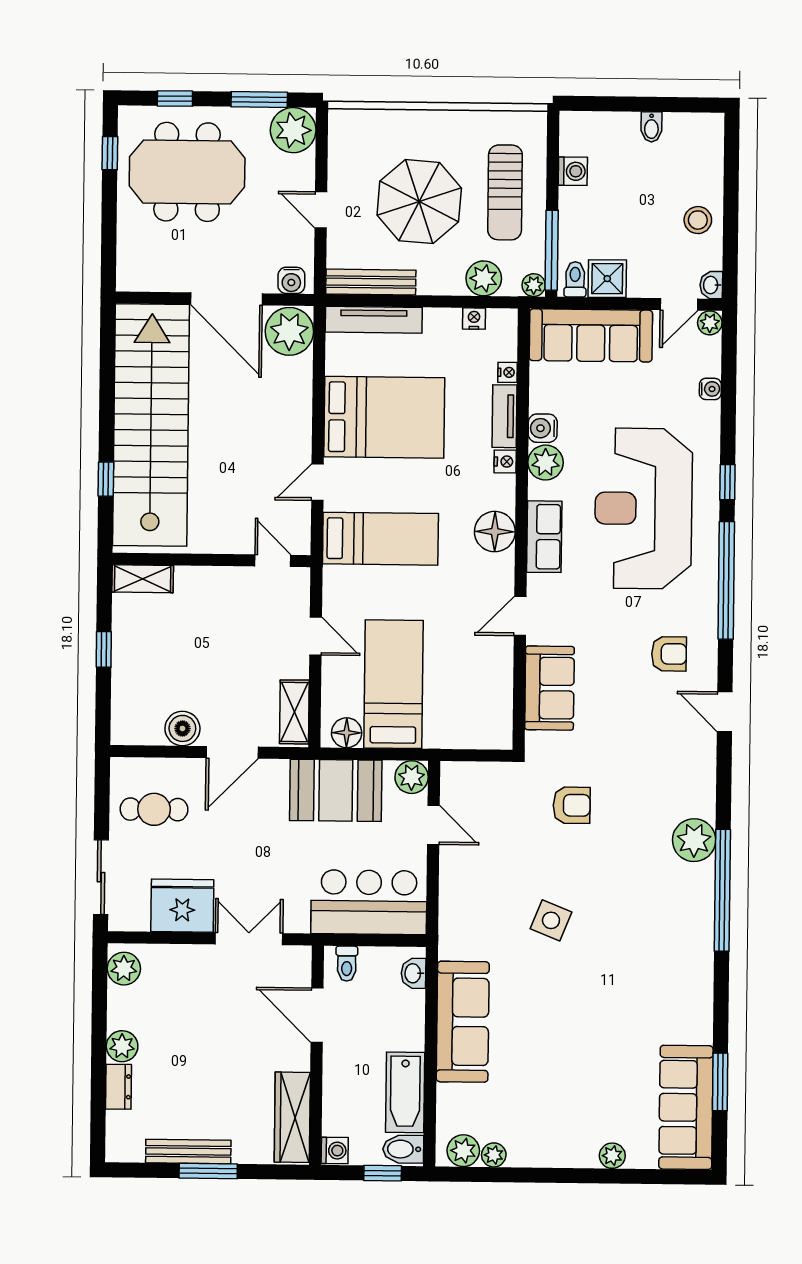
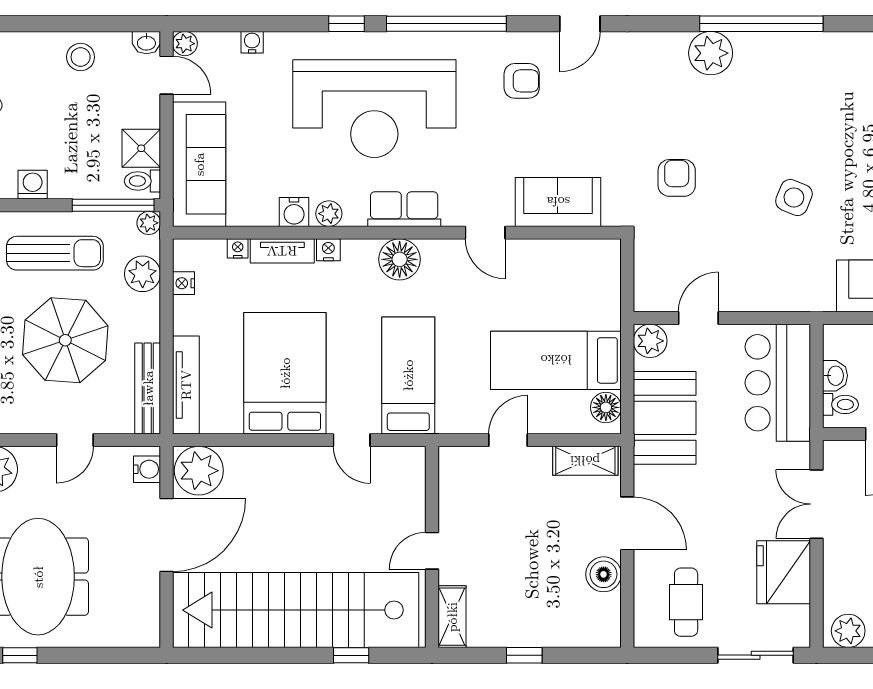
plant: (546, 463) -> (329, 214), width x0.73, depth x0.73
door: (273, 561) -> (432, 551), moved
armchair: (669, 654) -> (522, 81), turned 90
washbasin: (413, 973) -> (835, 376), moved, turned -90

